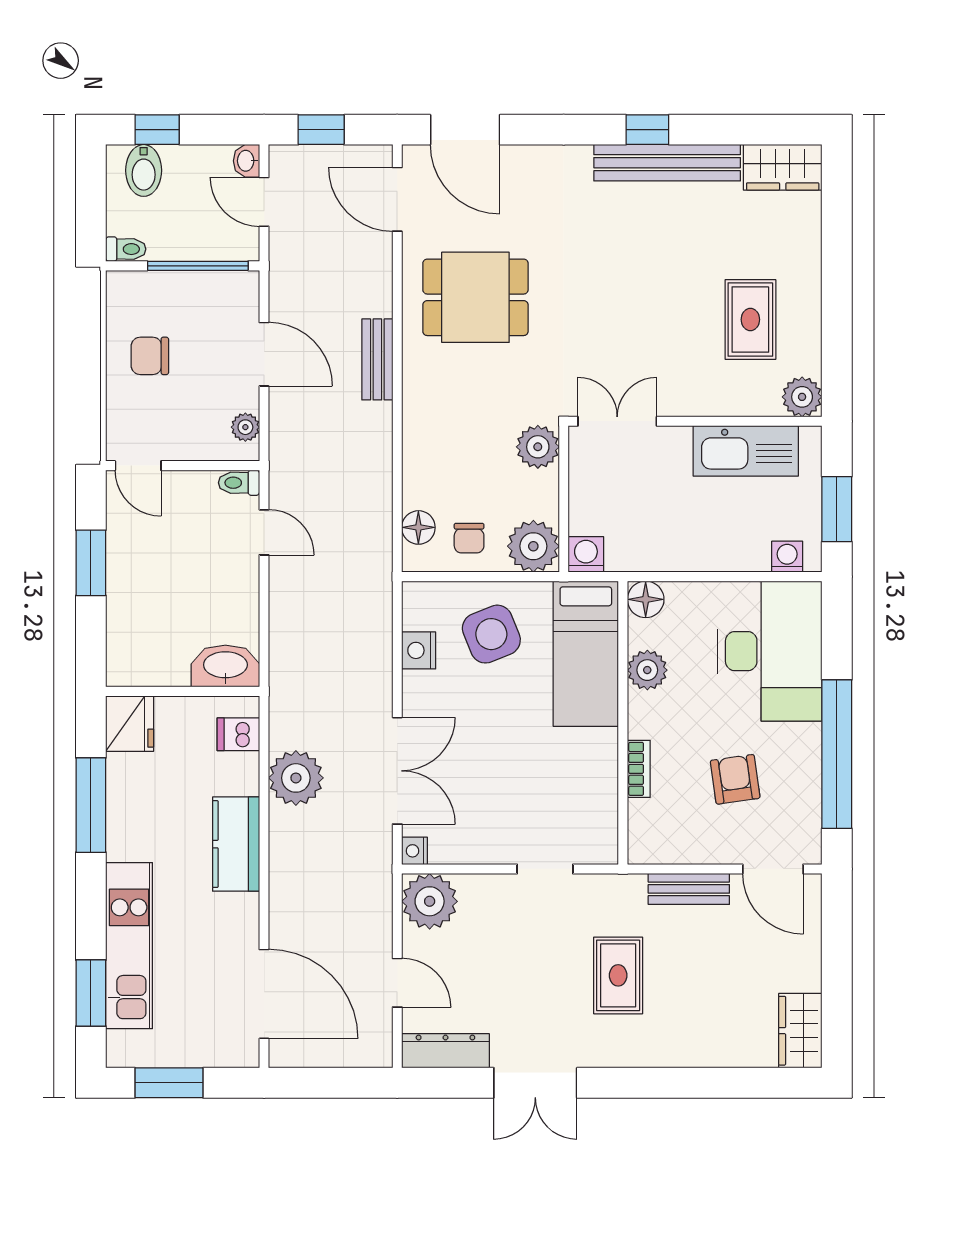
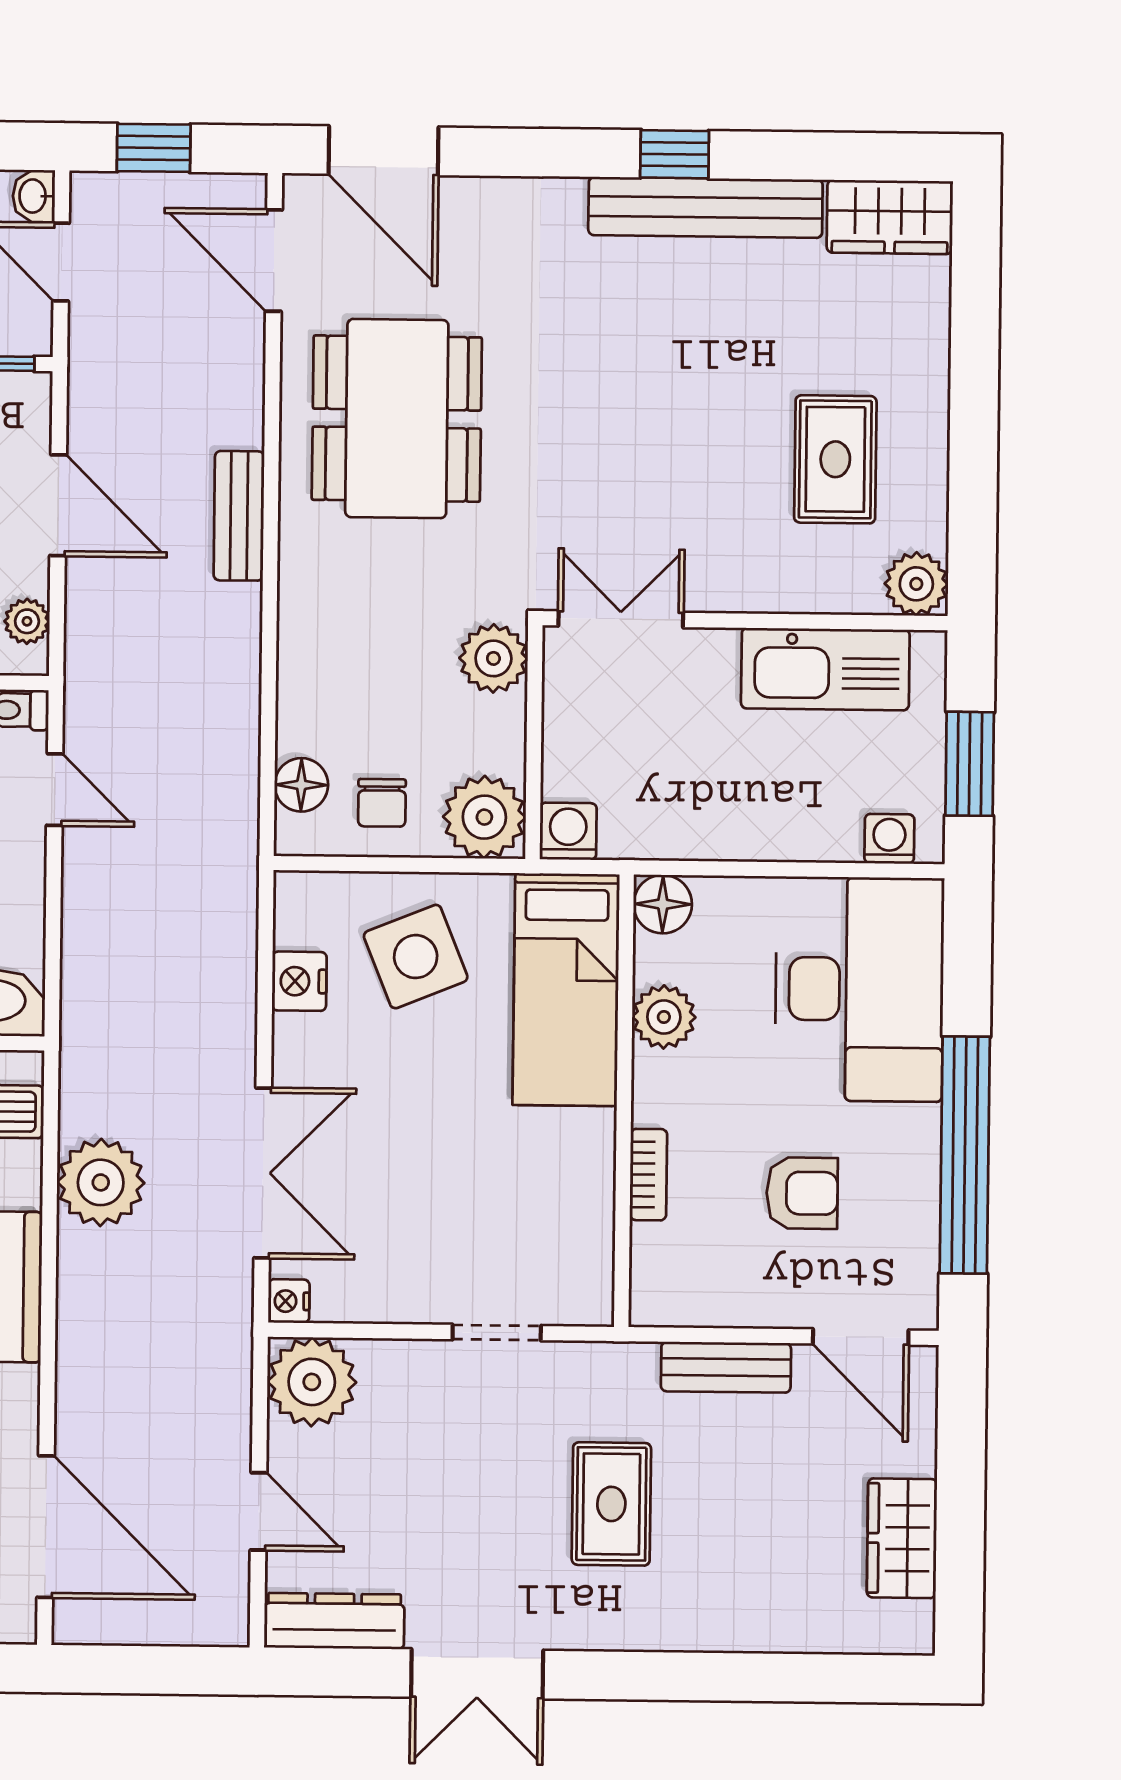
dining table: (475, 297) -> (397, 419), width x1.38
armchair: (735, 779) -> (802, 1193), turned 98
wardrobe: (800, 1031) -> (902, 1538), moved

